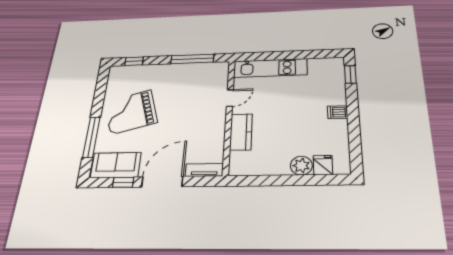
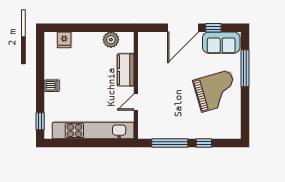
window: (134, 61) -> (204, 143), moved
kitchen unit: (270, 68) -> (93, 131), width x1.36
plant: (301, 166) -> (111, 40), moved
tv unit: (204, 170) -> (152, 37), removed

